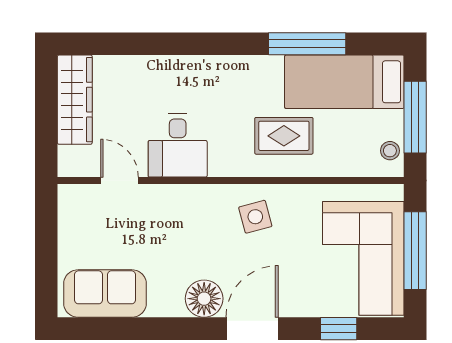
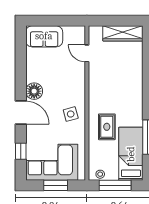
desk: (178, 145) -> (102, 79), removed
door: (119, 181) -> (87, 53), swing flipped
window: (415, 251) -> (56, 185), width x0.69
sofa: (105, 294) -> (44, 36), moved, turned 90

